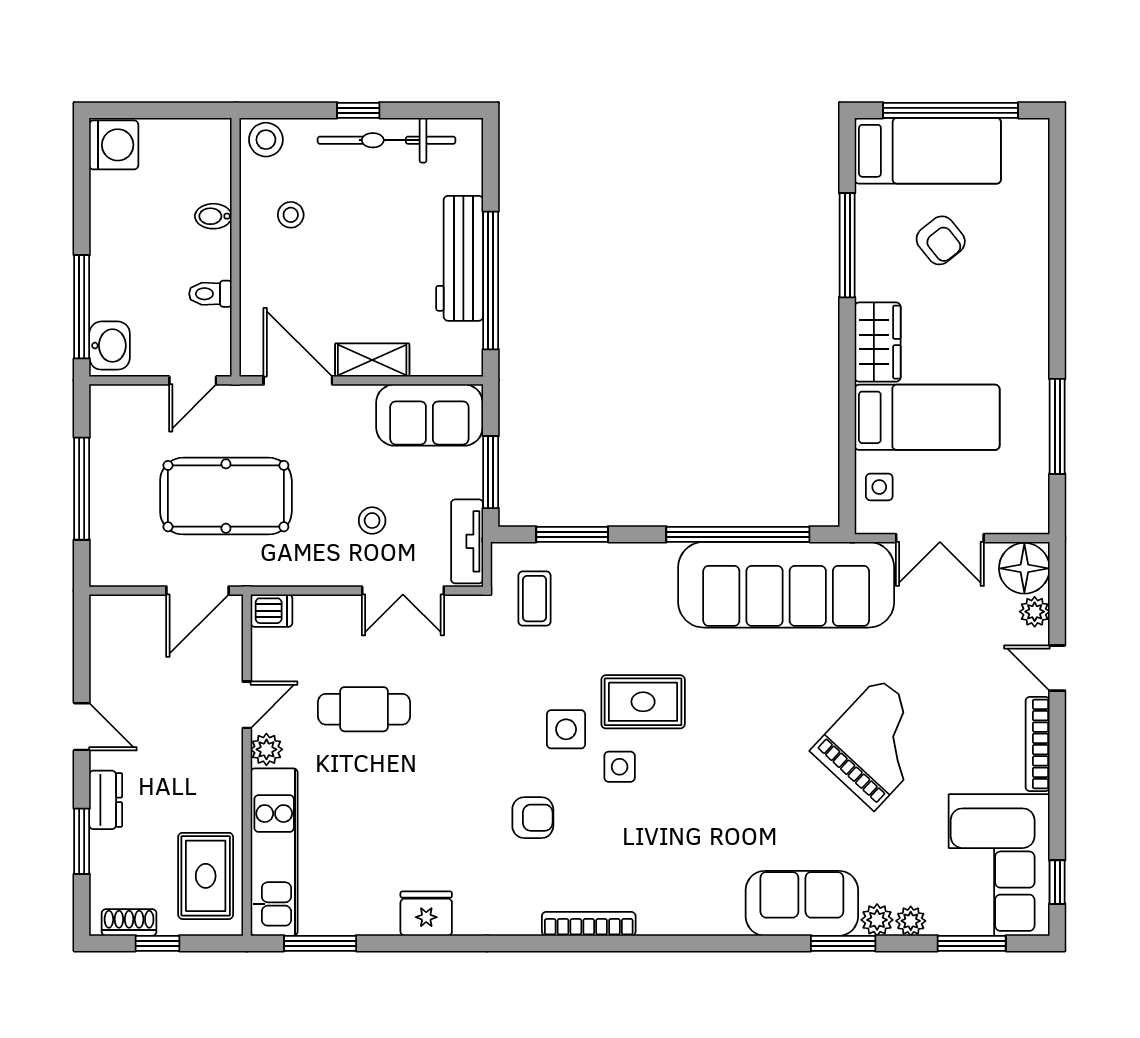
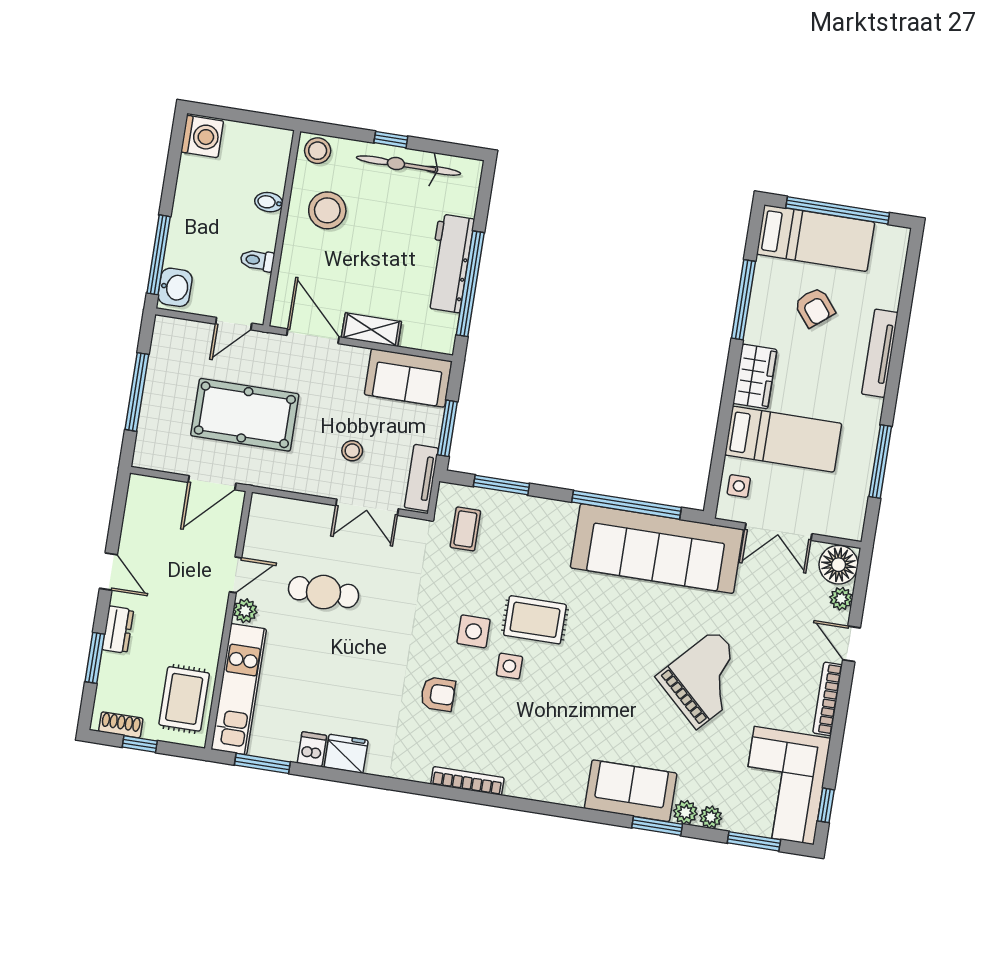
stool: (291, 215) -> (327, 210), width x1.89, depth x1.89
tv unit: (1034, 286) -> (880, 353), added
dishwasher: (271, 611) -> (312, 749), moved, turned -90

